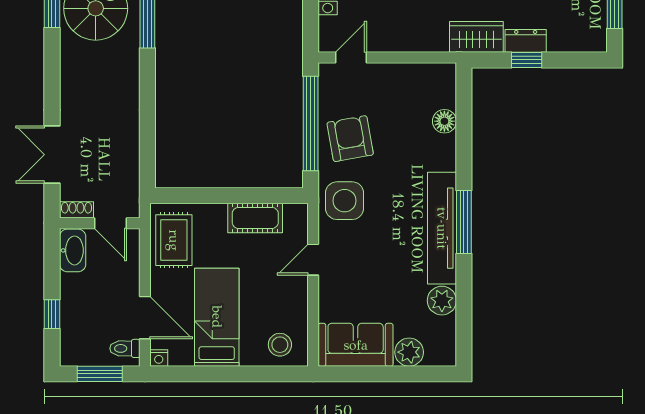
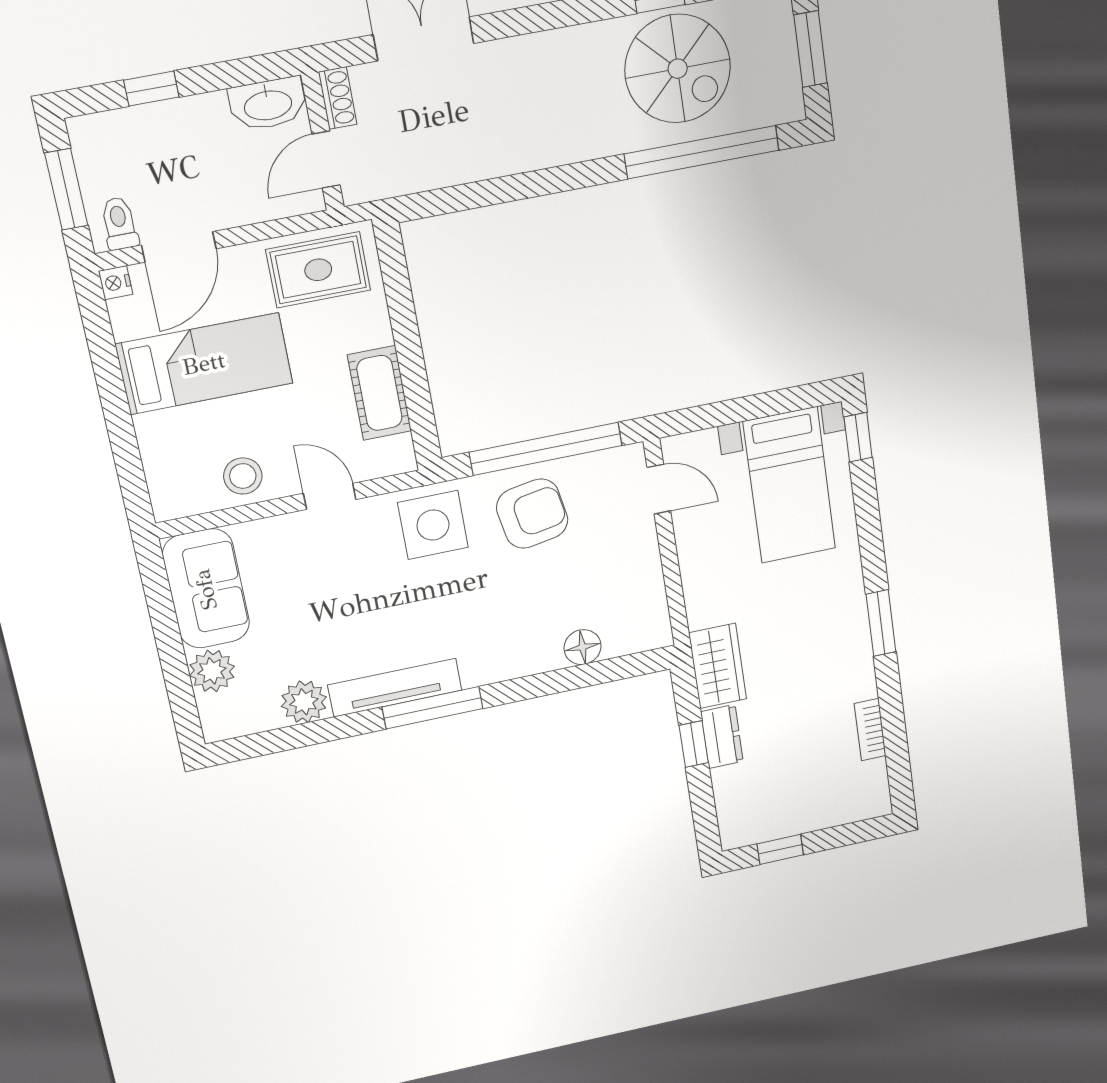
tv unit: (442, 228) -> (395, 688), width x0.73, depth x0.78
stool: (280, 345) -> (243, 476), moved

